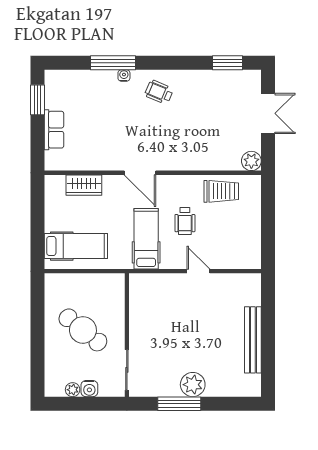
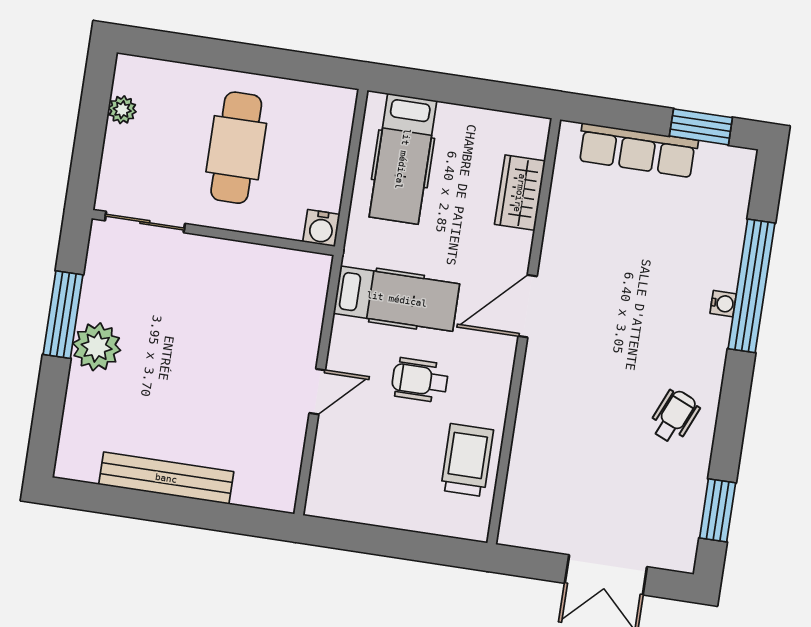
window: (113, 63) -> (751, 286), width x1.46
wheelchair: (159, 92) -> (674, 416), moved
row of seats: (54, 130) -> (638, 150), width x1.48
plant: (251, 161) -> (518, 528), removed
trolley: (221, 191) -> (467, 460), turned 180
cafe table: (83, 330) -> (236, 148), turned -39
water cooler: (89, 389) -> (321, 228), moved, turned -90

